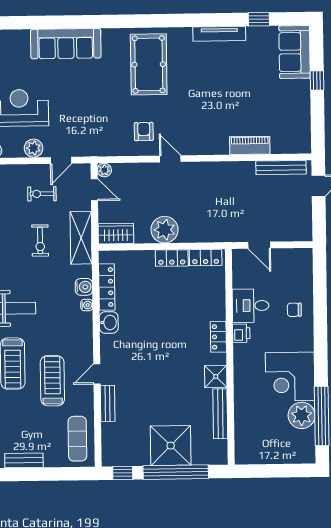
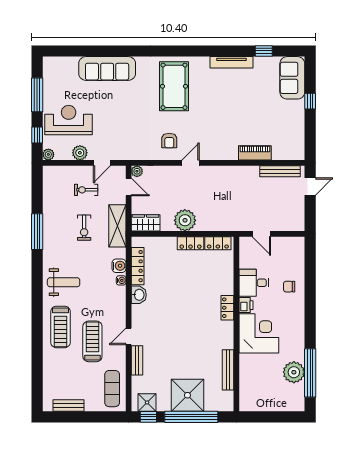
armchair: (144, 131) -> (169, 141), turned 180
door: (170, 159) -> (190, 163), hinge flipped
shower: (216, 376) -> (147, 402), moved
corner desk: (290, 377) -> (259, 333), moved, turned 180

